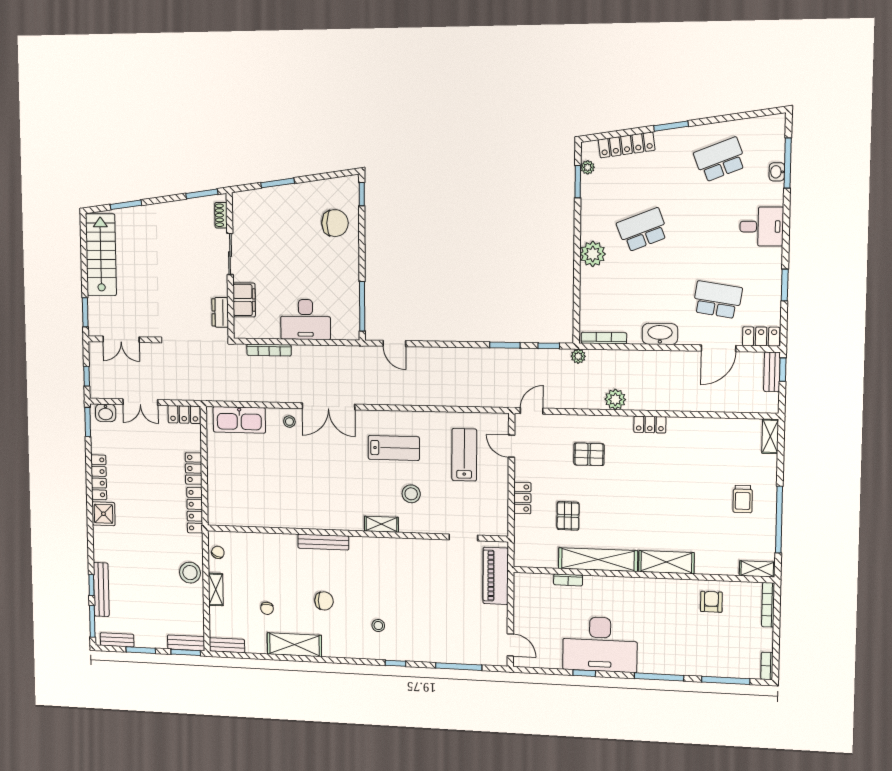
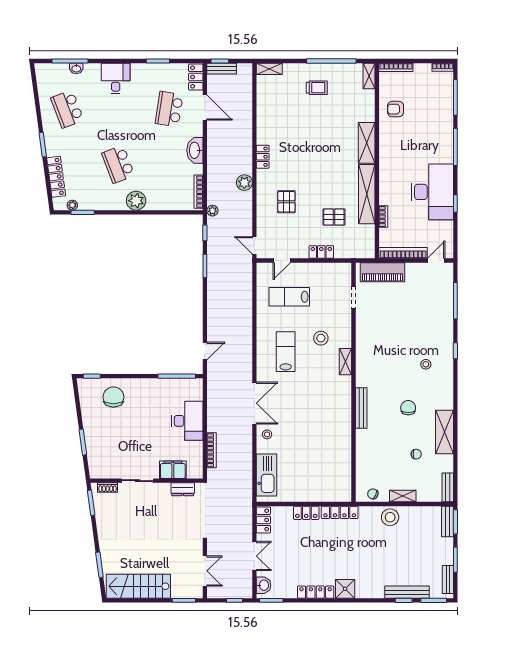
bookcase: (520, 603) -> (403, 253), added

